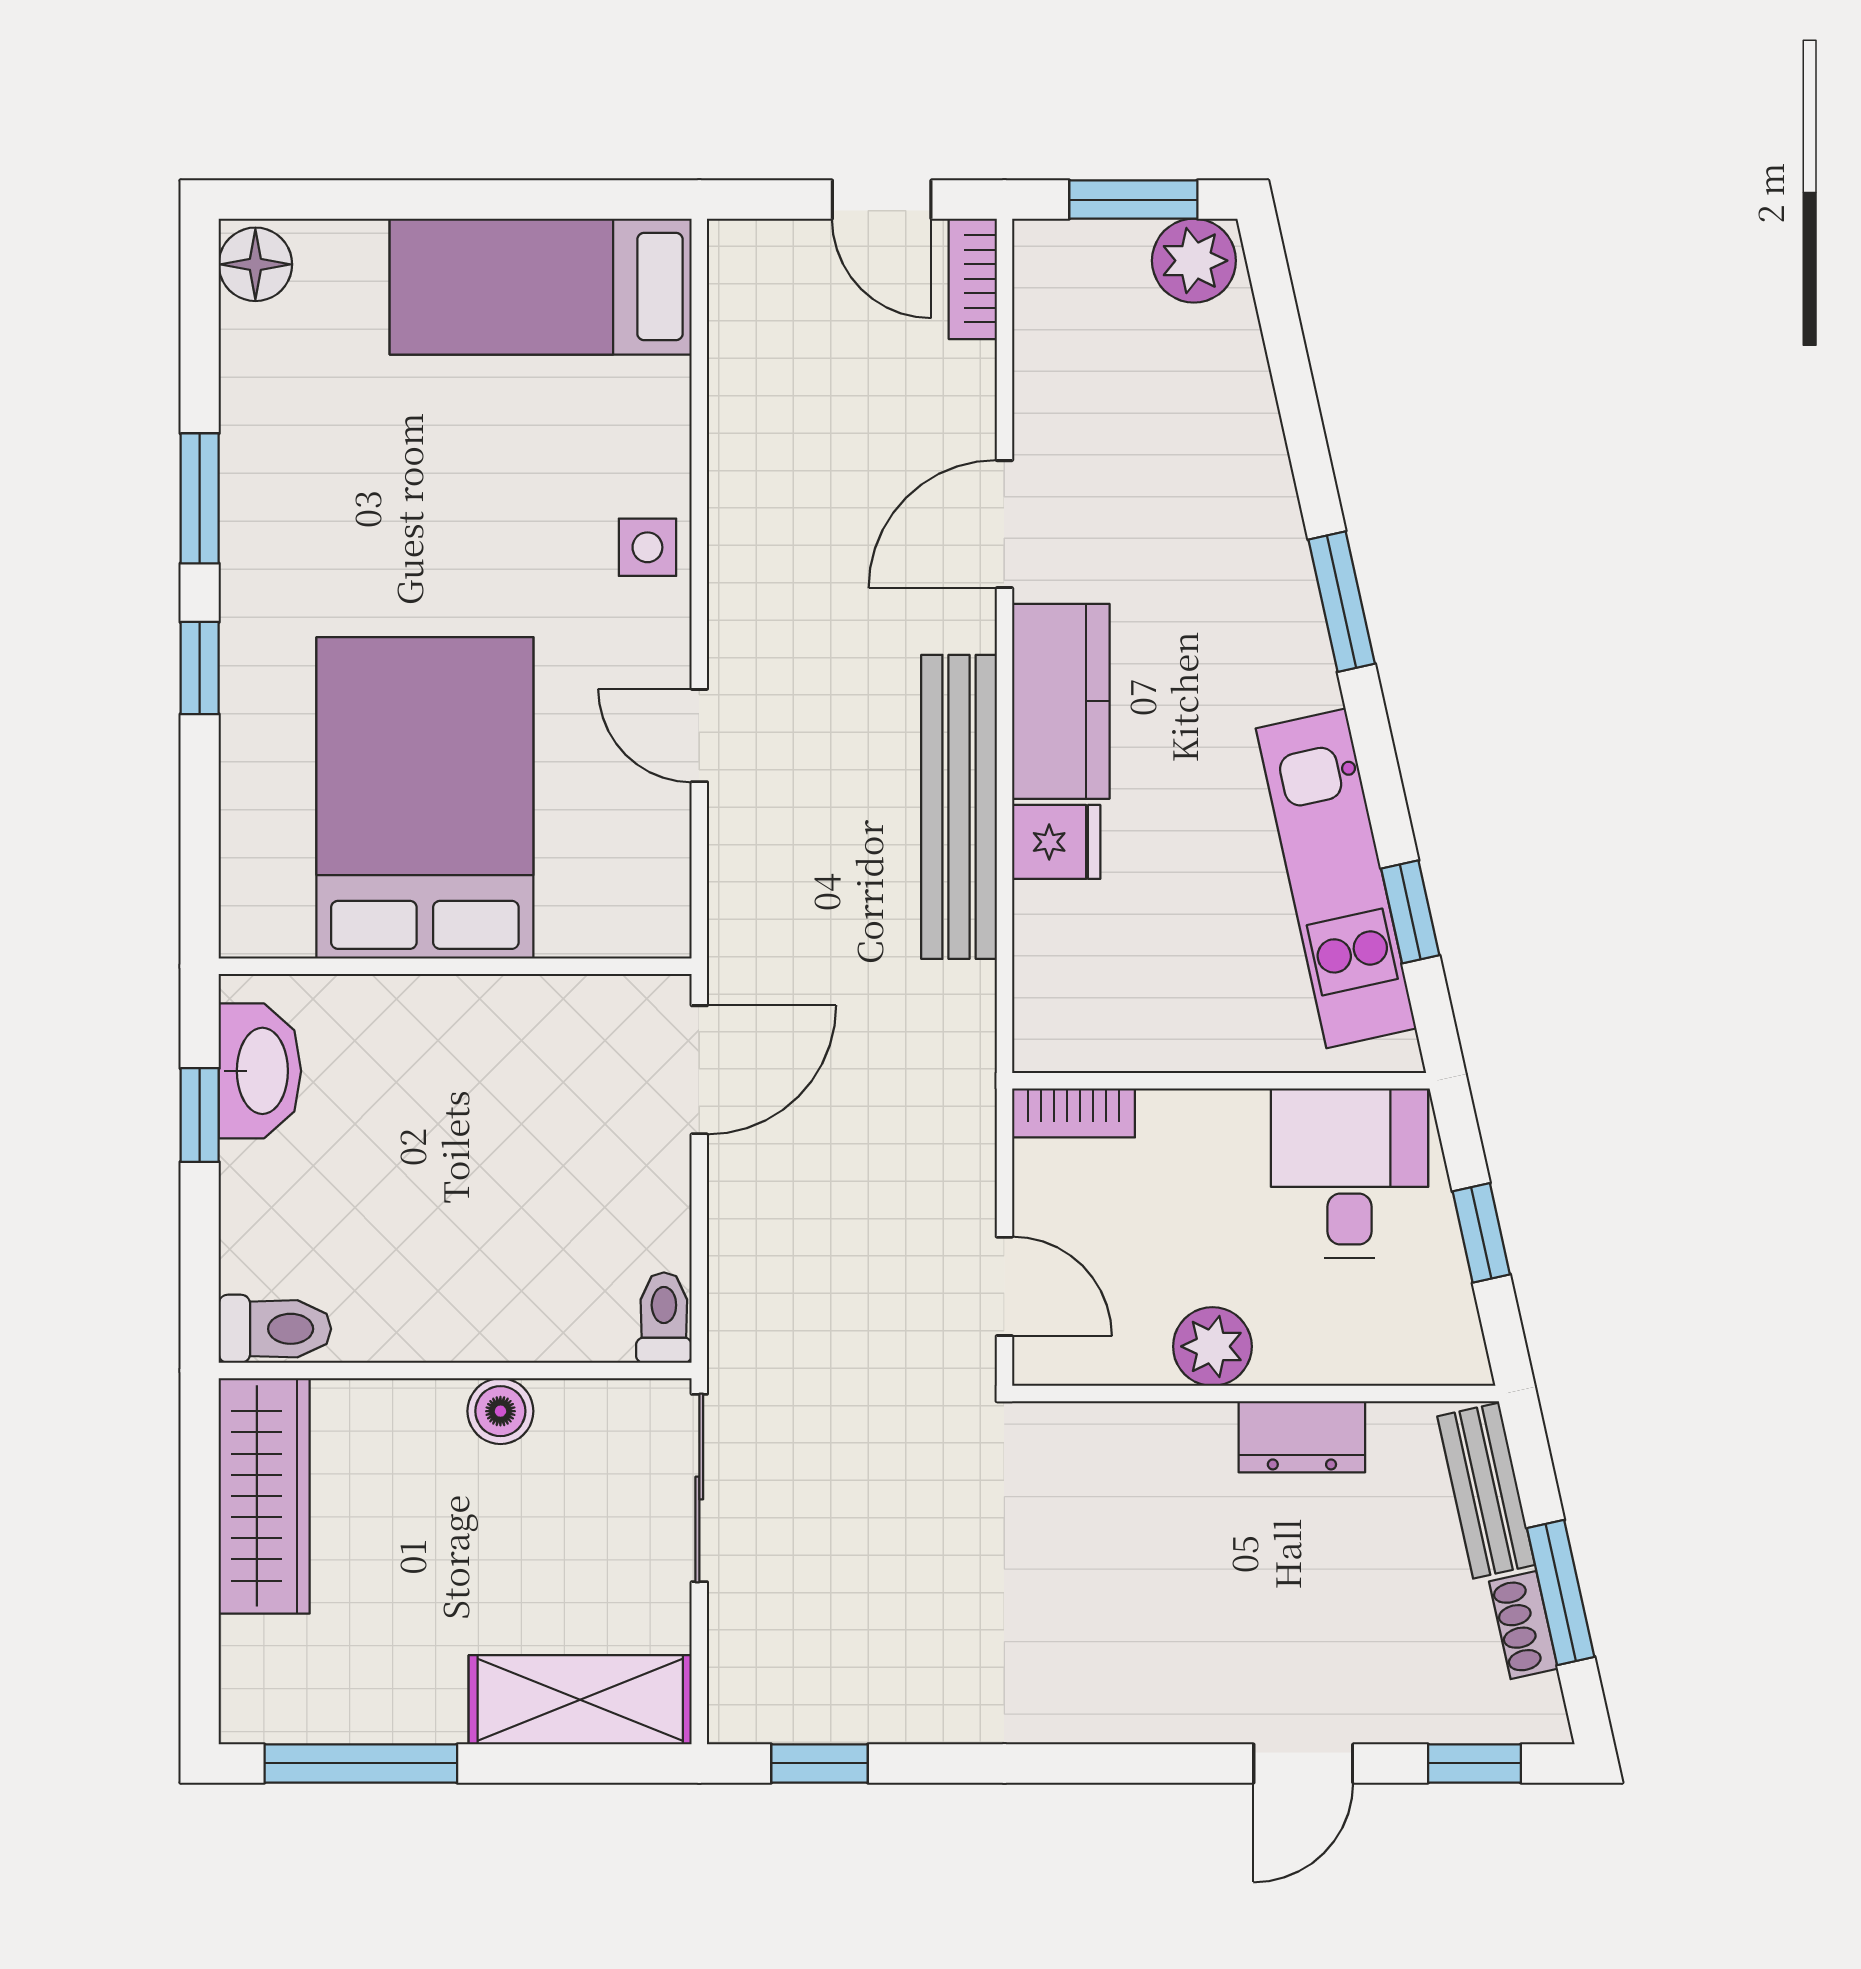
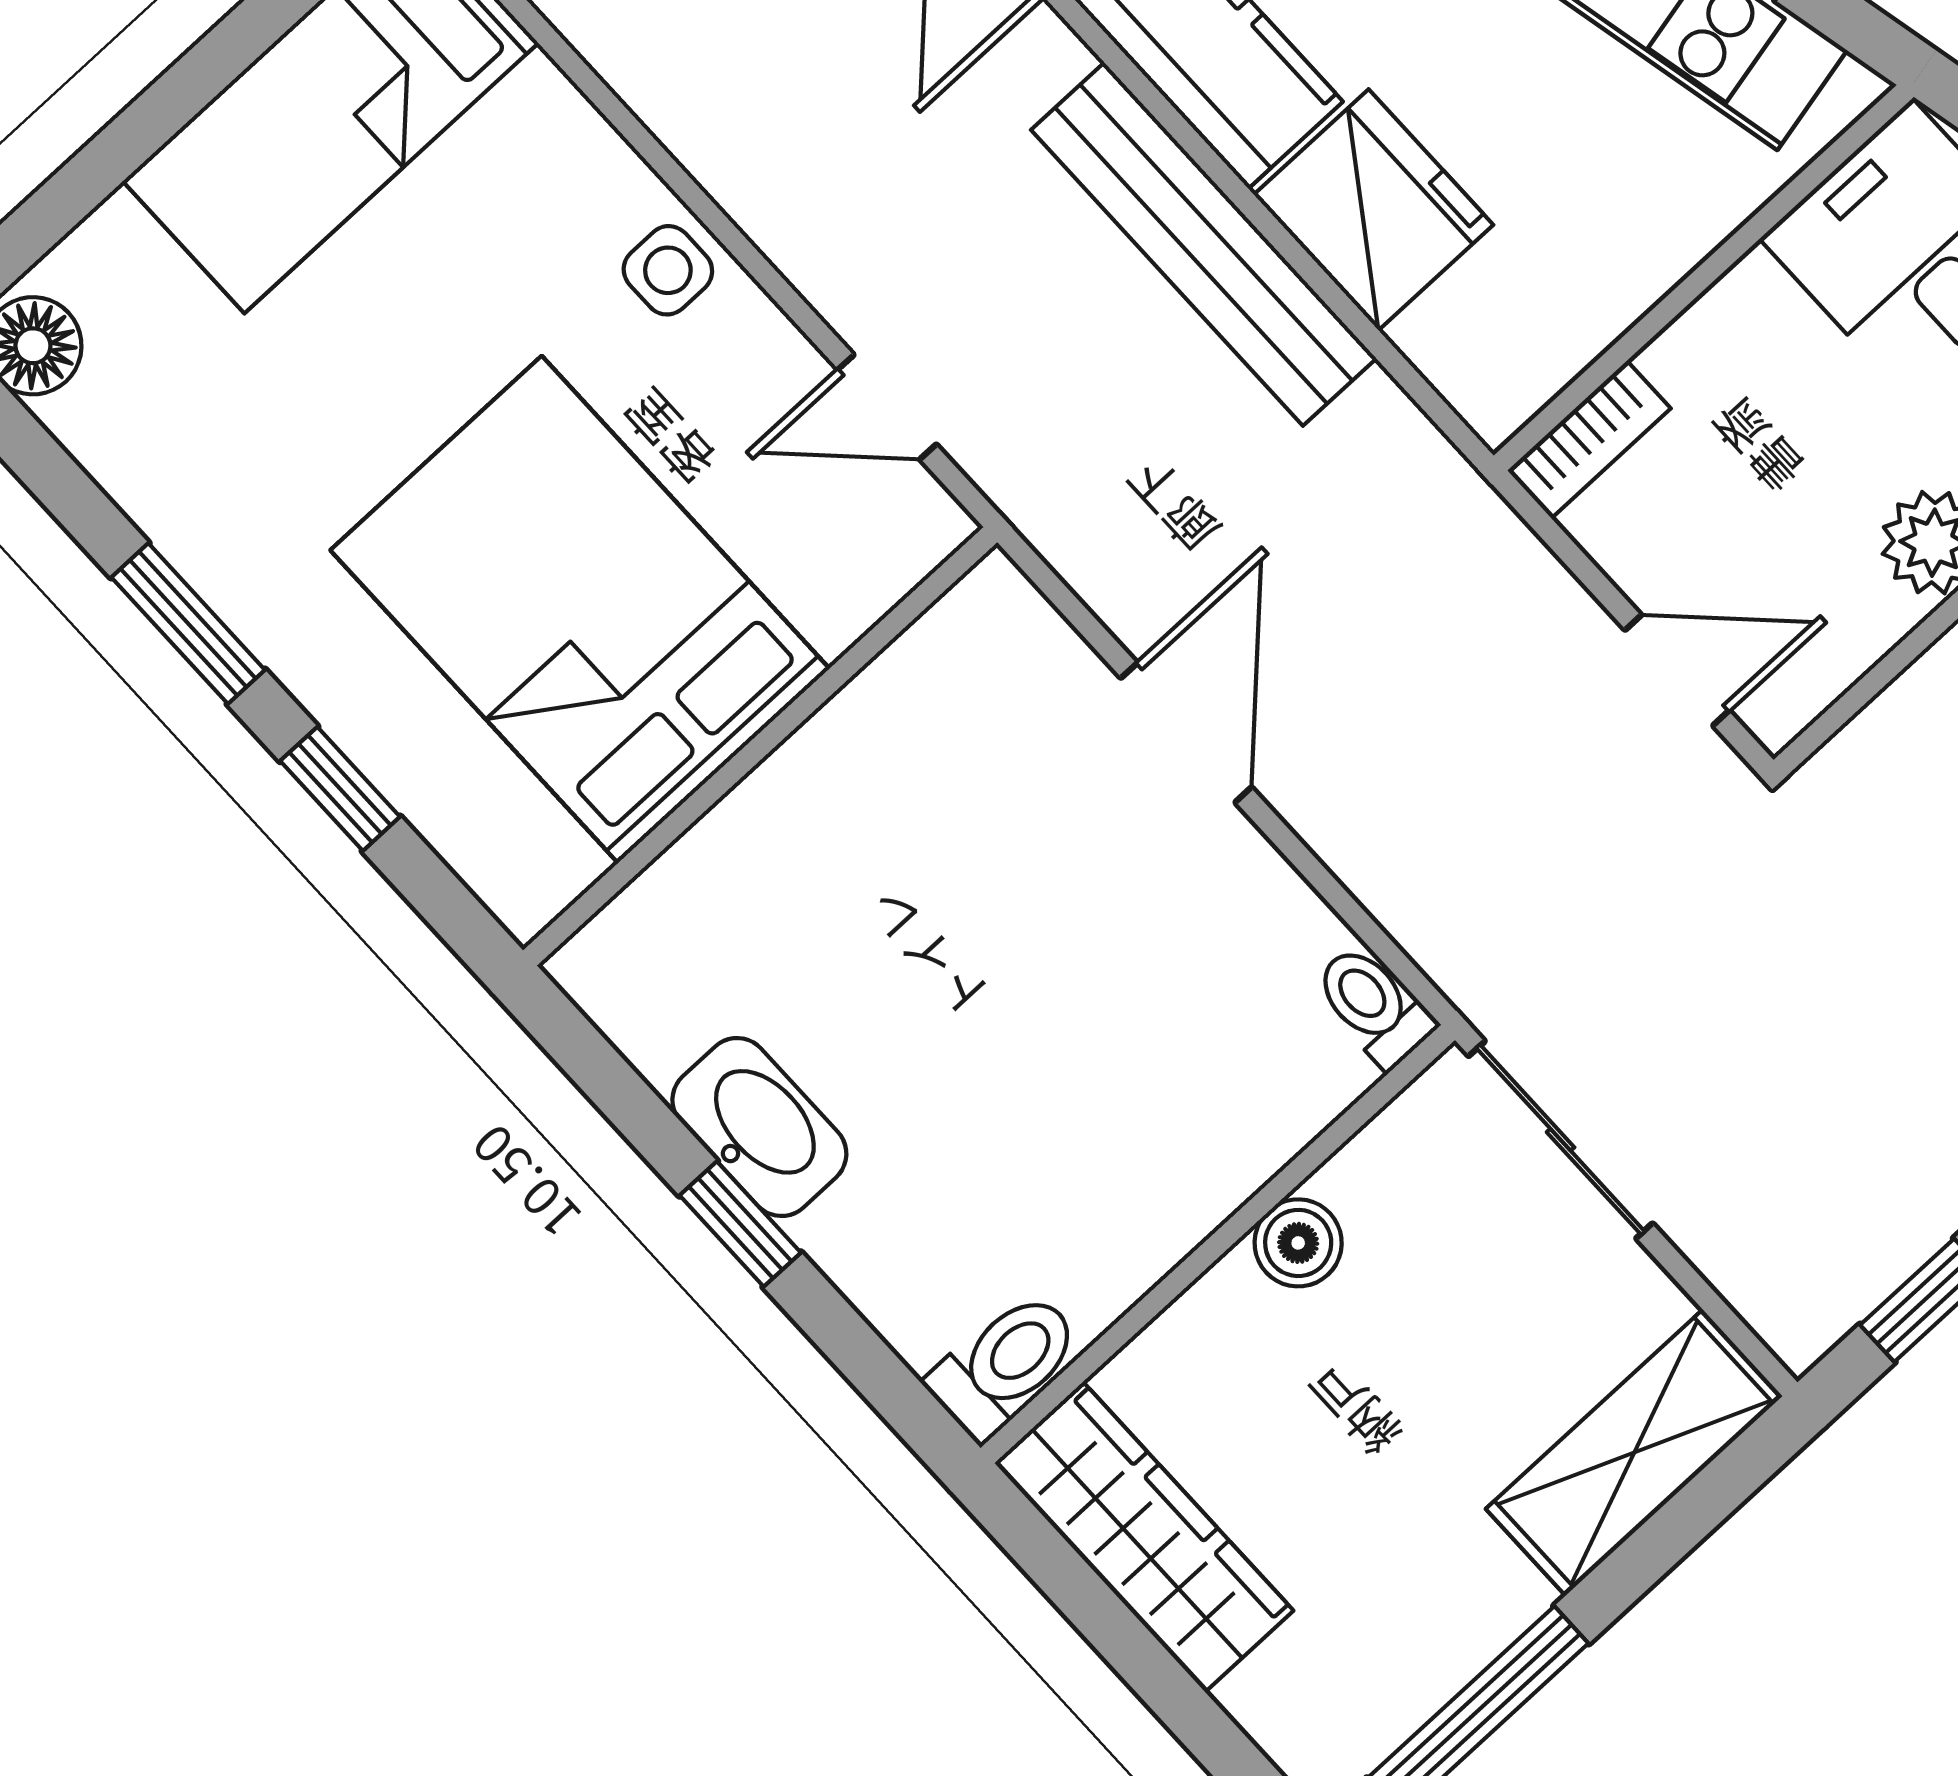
bed: (425, 798) -> (580, 610), moved
fridge: (1056, 842) -> (1374, 210), width x1.88, depth x1.34
wall: (455, 966) -> (760, 746), moved

